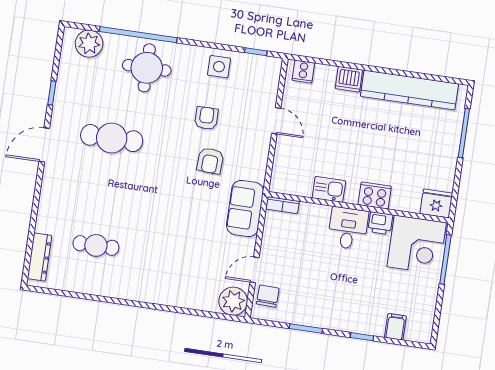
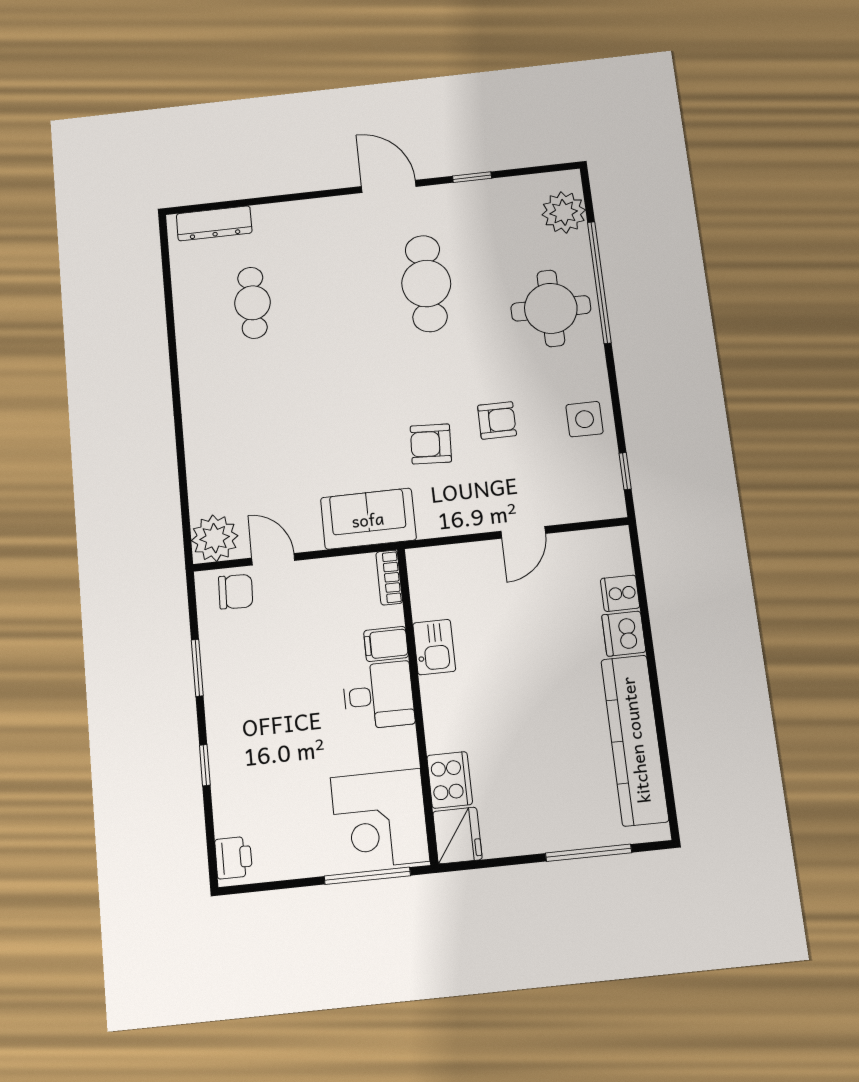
cooker: (303, 72) -> (620, 593), moved
cooker: (375, 196) -> (450, 780), moved
printer: (380, 223) -> (234, 858), moved, turned 180
filing cabinet: (395, 327) -> (386, 644), moved, turned 180

